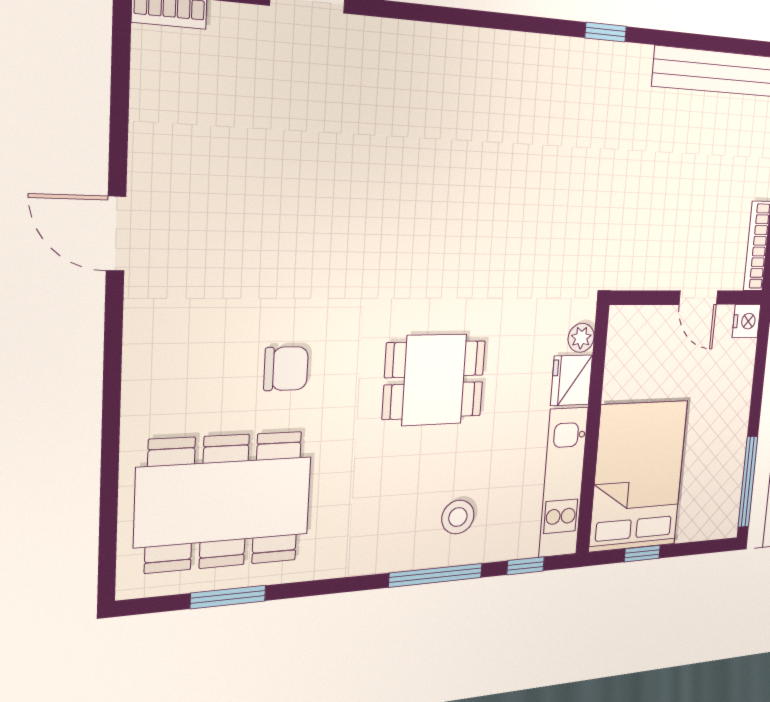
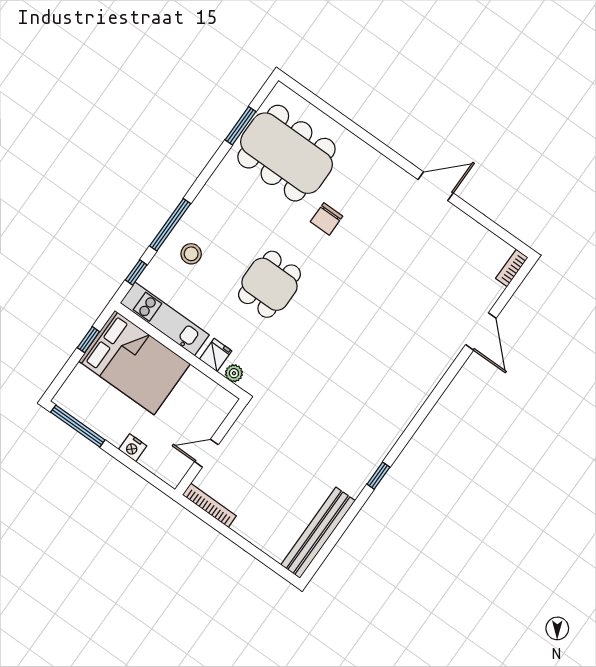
nightstand: (746, 321) -> (133, 448), moved
fridge: (572, 380) -> (216, 355), width x0.72
dining table: (224, 501) -> (286, 153), turned 90

